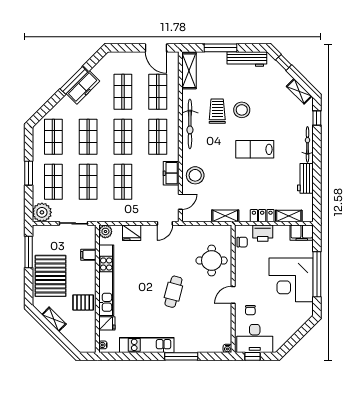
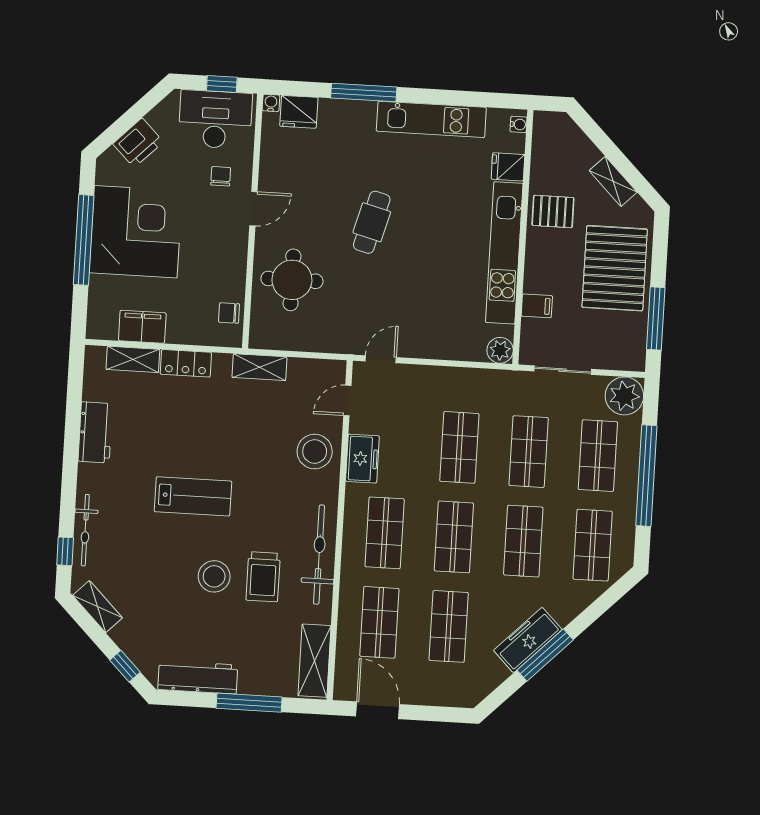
bicycle: (307, 144) -> (85, 530), moved
window: (29, 173) -> (646, 476), width x2.11
fridge: (132, 233) -> (299, 112), moved, turned 180
printer: (263, 233) -> (138, 143), moved, turned 135
filing cabinet: (302, 233) -> (142, 327), moved

